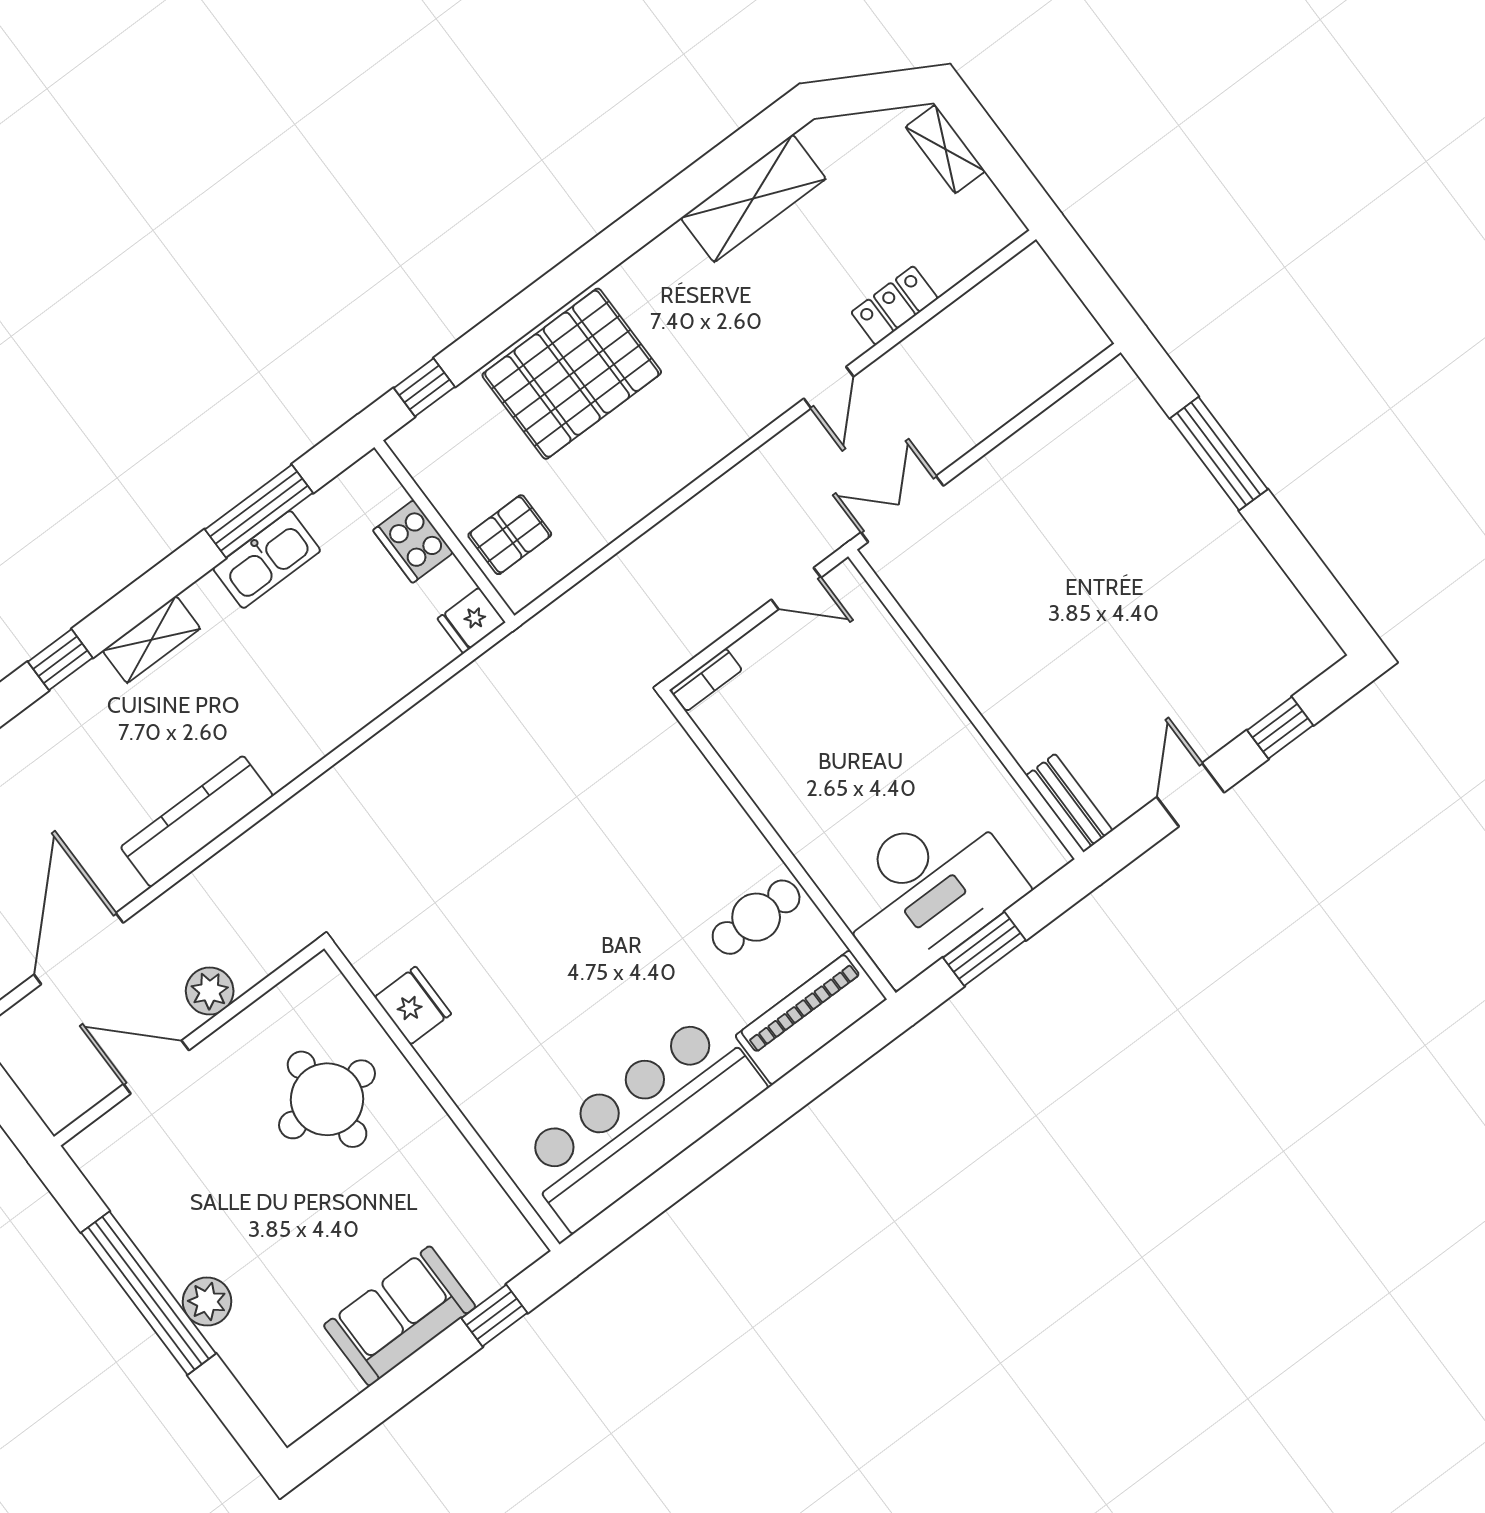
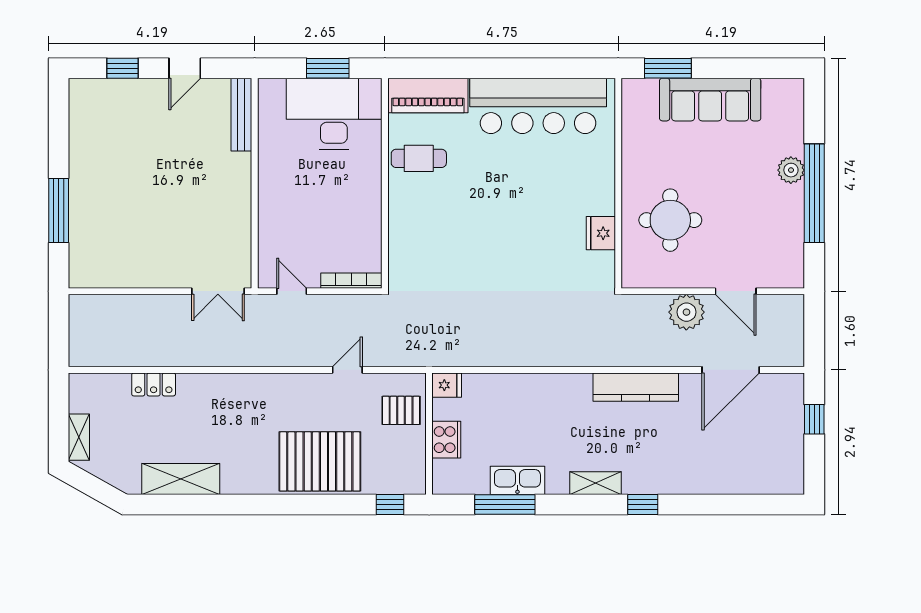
door: (829, 388) -> (347, 370), moved
bookcase: (706, 680) -> (351, 281), width x1.56
bench: (1069, 803) -> (241, 115), width x1.36
plant: (210, 991) -> (686, 312), width x1.36, depth x1.36
sofa: (400, 1316) -> (710, 100), width x1.36
window: (494, 1316) -> (668, 68), width x1.50

